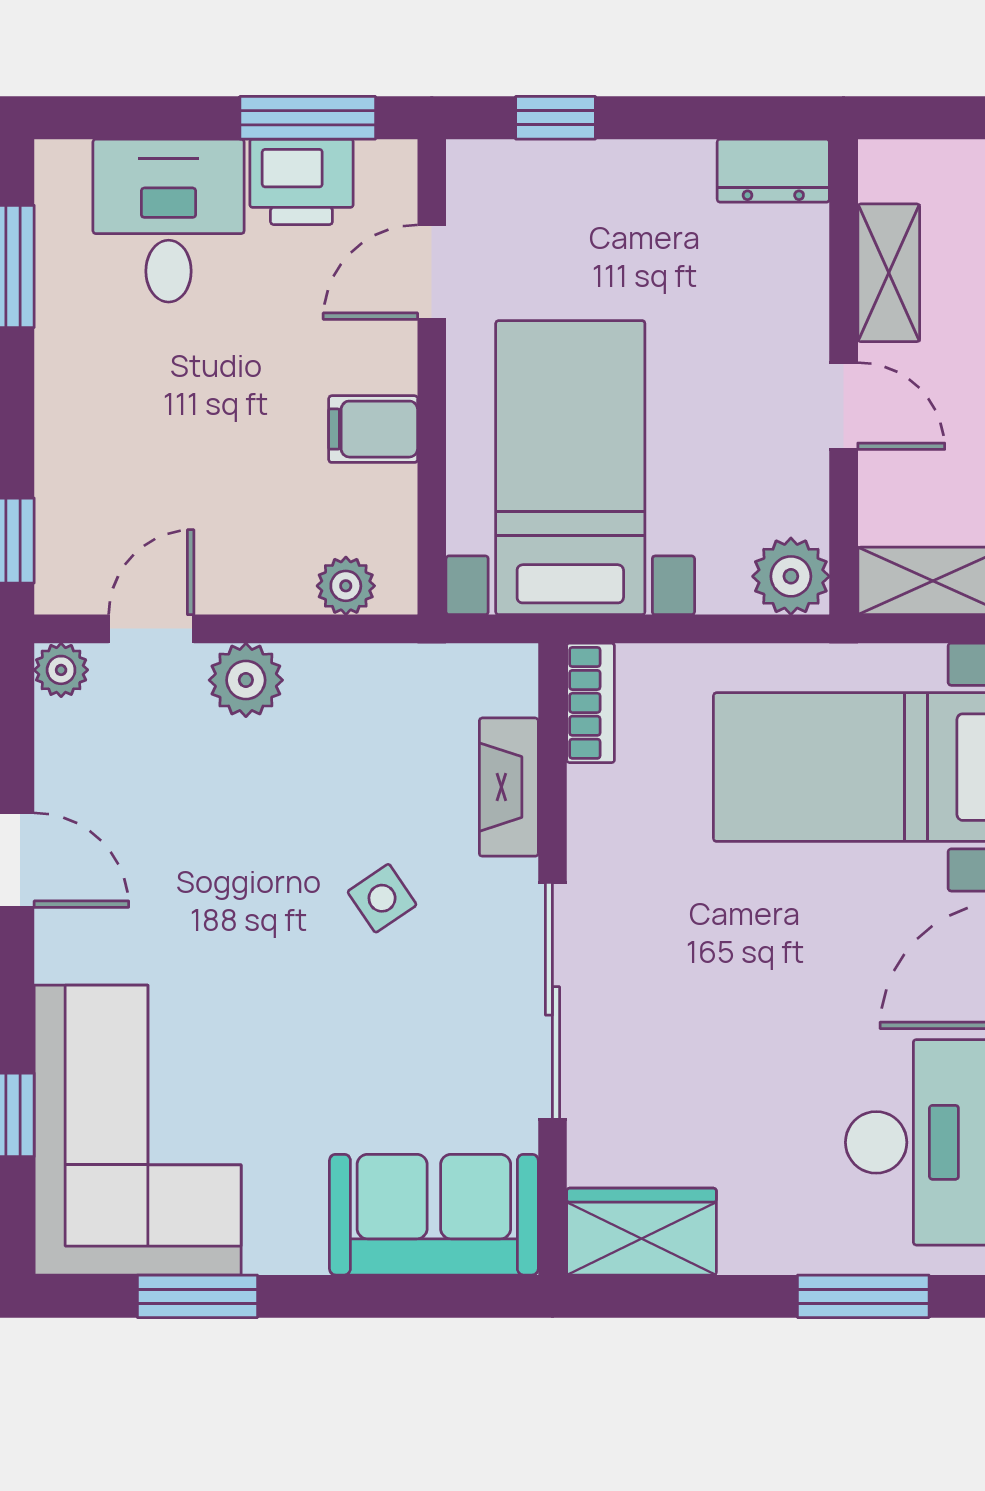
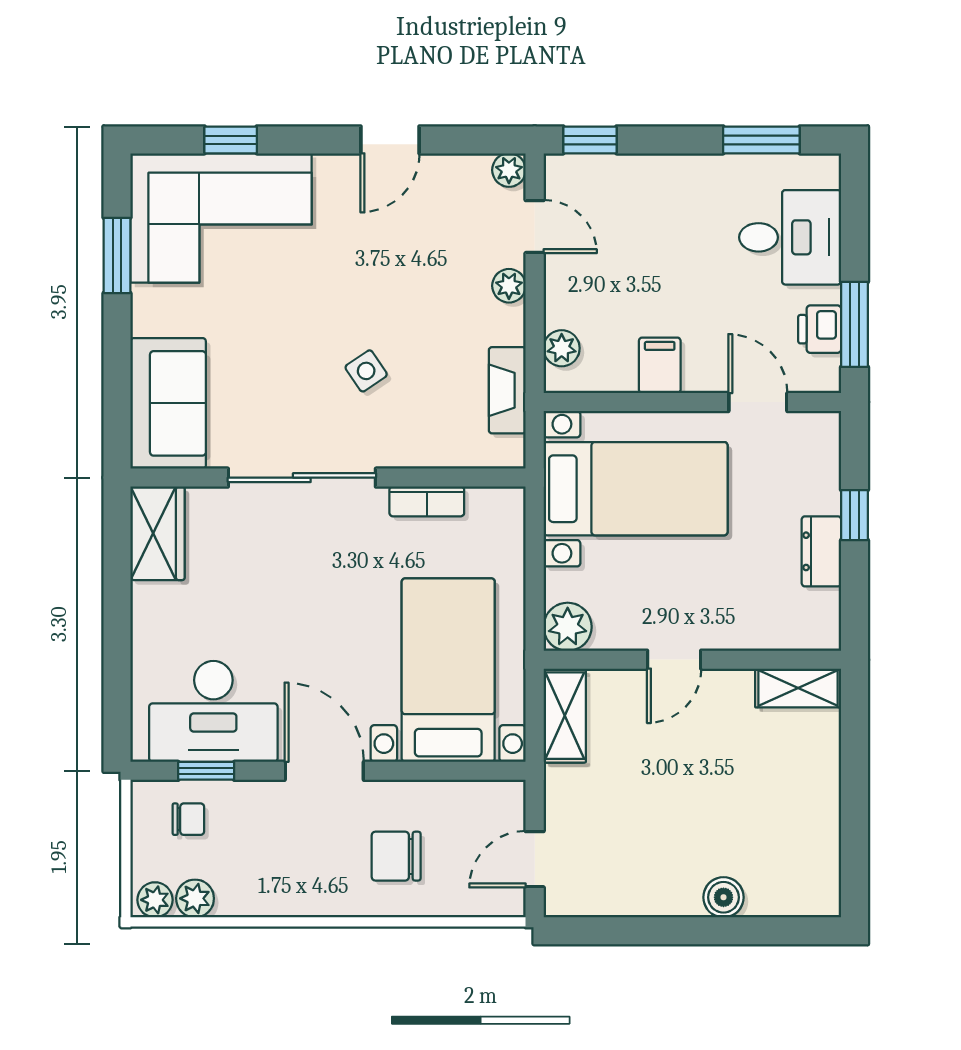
window: (556, 118) -> (854, 515), moved
dresser: (773, 171) -> (821, 551), moved
printer: (301, 182) -> (820, 329), width x0.73, depth x0.81
shelving: (889, 273) -> (798, 688), moved
plant: (246, 680) -> (509, 286), width x0.73, depth x0.73
bookcase: (591, 703) -> (427, 501), moved
fireplace: (509, 787) -> (507, 390), moved, turned -90
window: (863, 1296) -> (117, 672), removed

